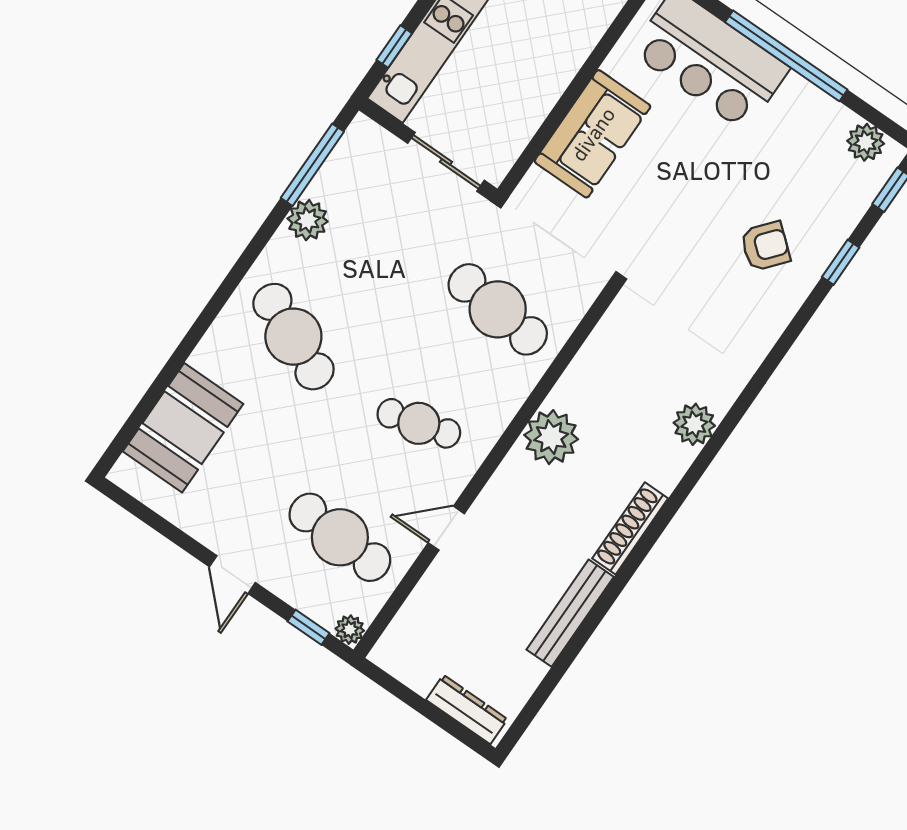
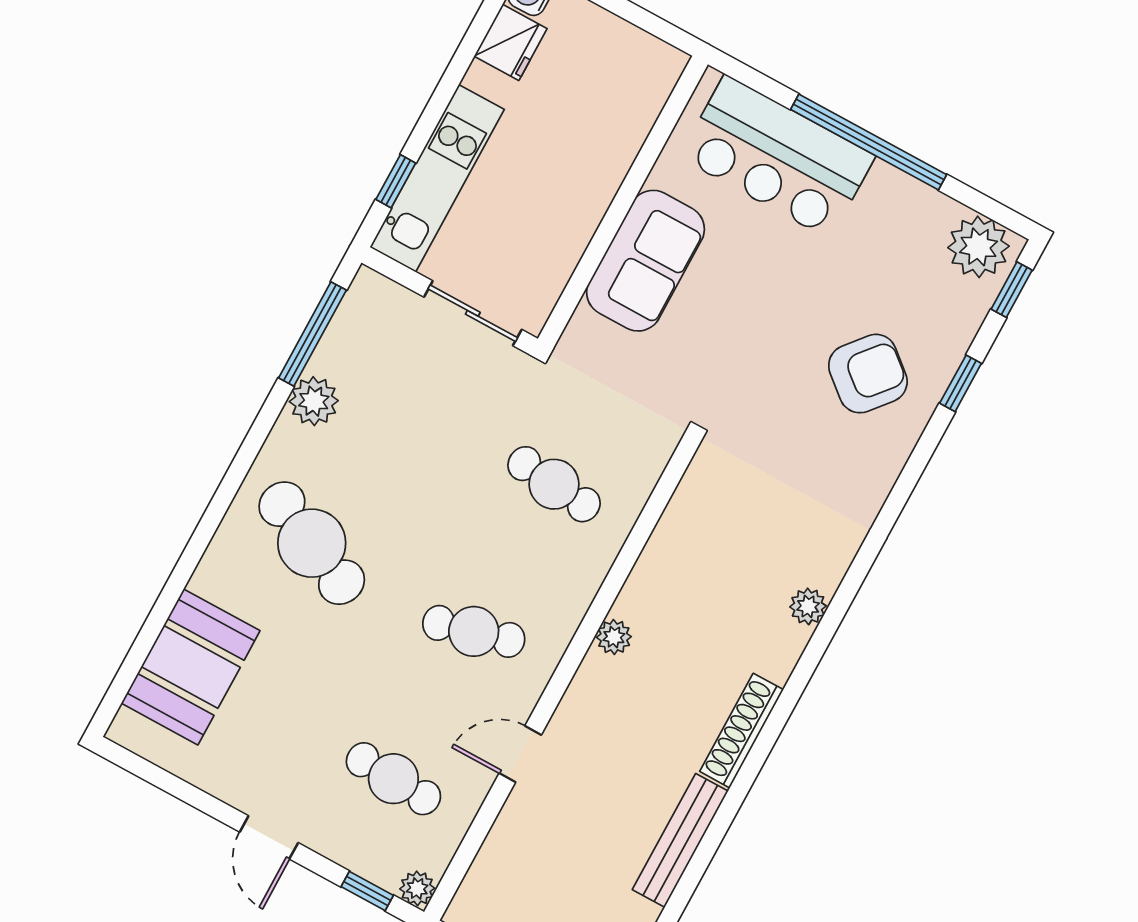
plant: (866, 142) -> (978, 247), width x1.36, depth x1.36
armchair: (765, 246) -> (868, 374), width x1.38, depth x1.38
cafe table: (498, 309) -> (554, 484), width x0.73, depth x0.74
plant: (694, 424) -> (808, 606), width x0.73, depth x0.73
plant: (551, 437) -> (614, 637), width x0.53, depth x0.53
cafe table: (340, 537) -> (393, 779), width x0.73, depth x0.74

